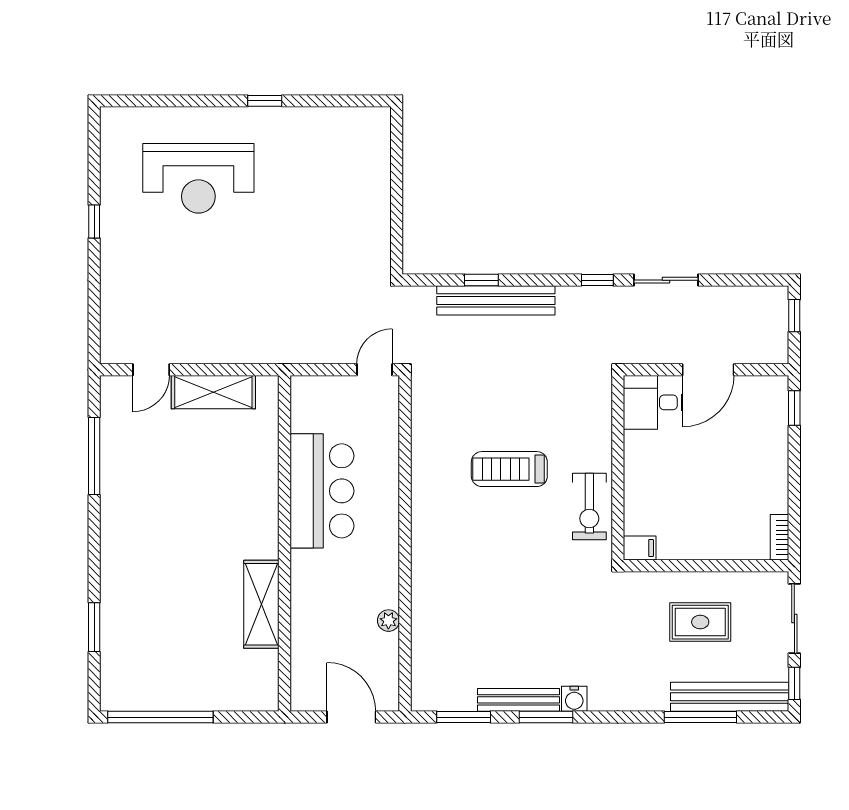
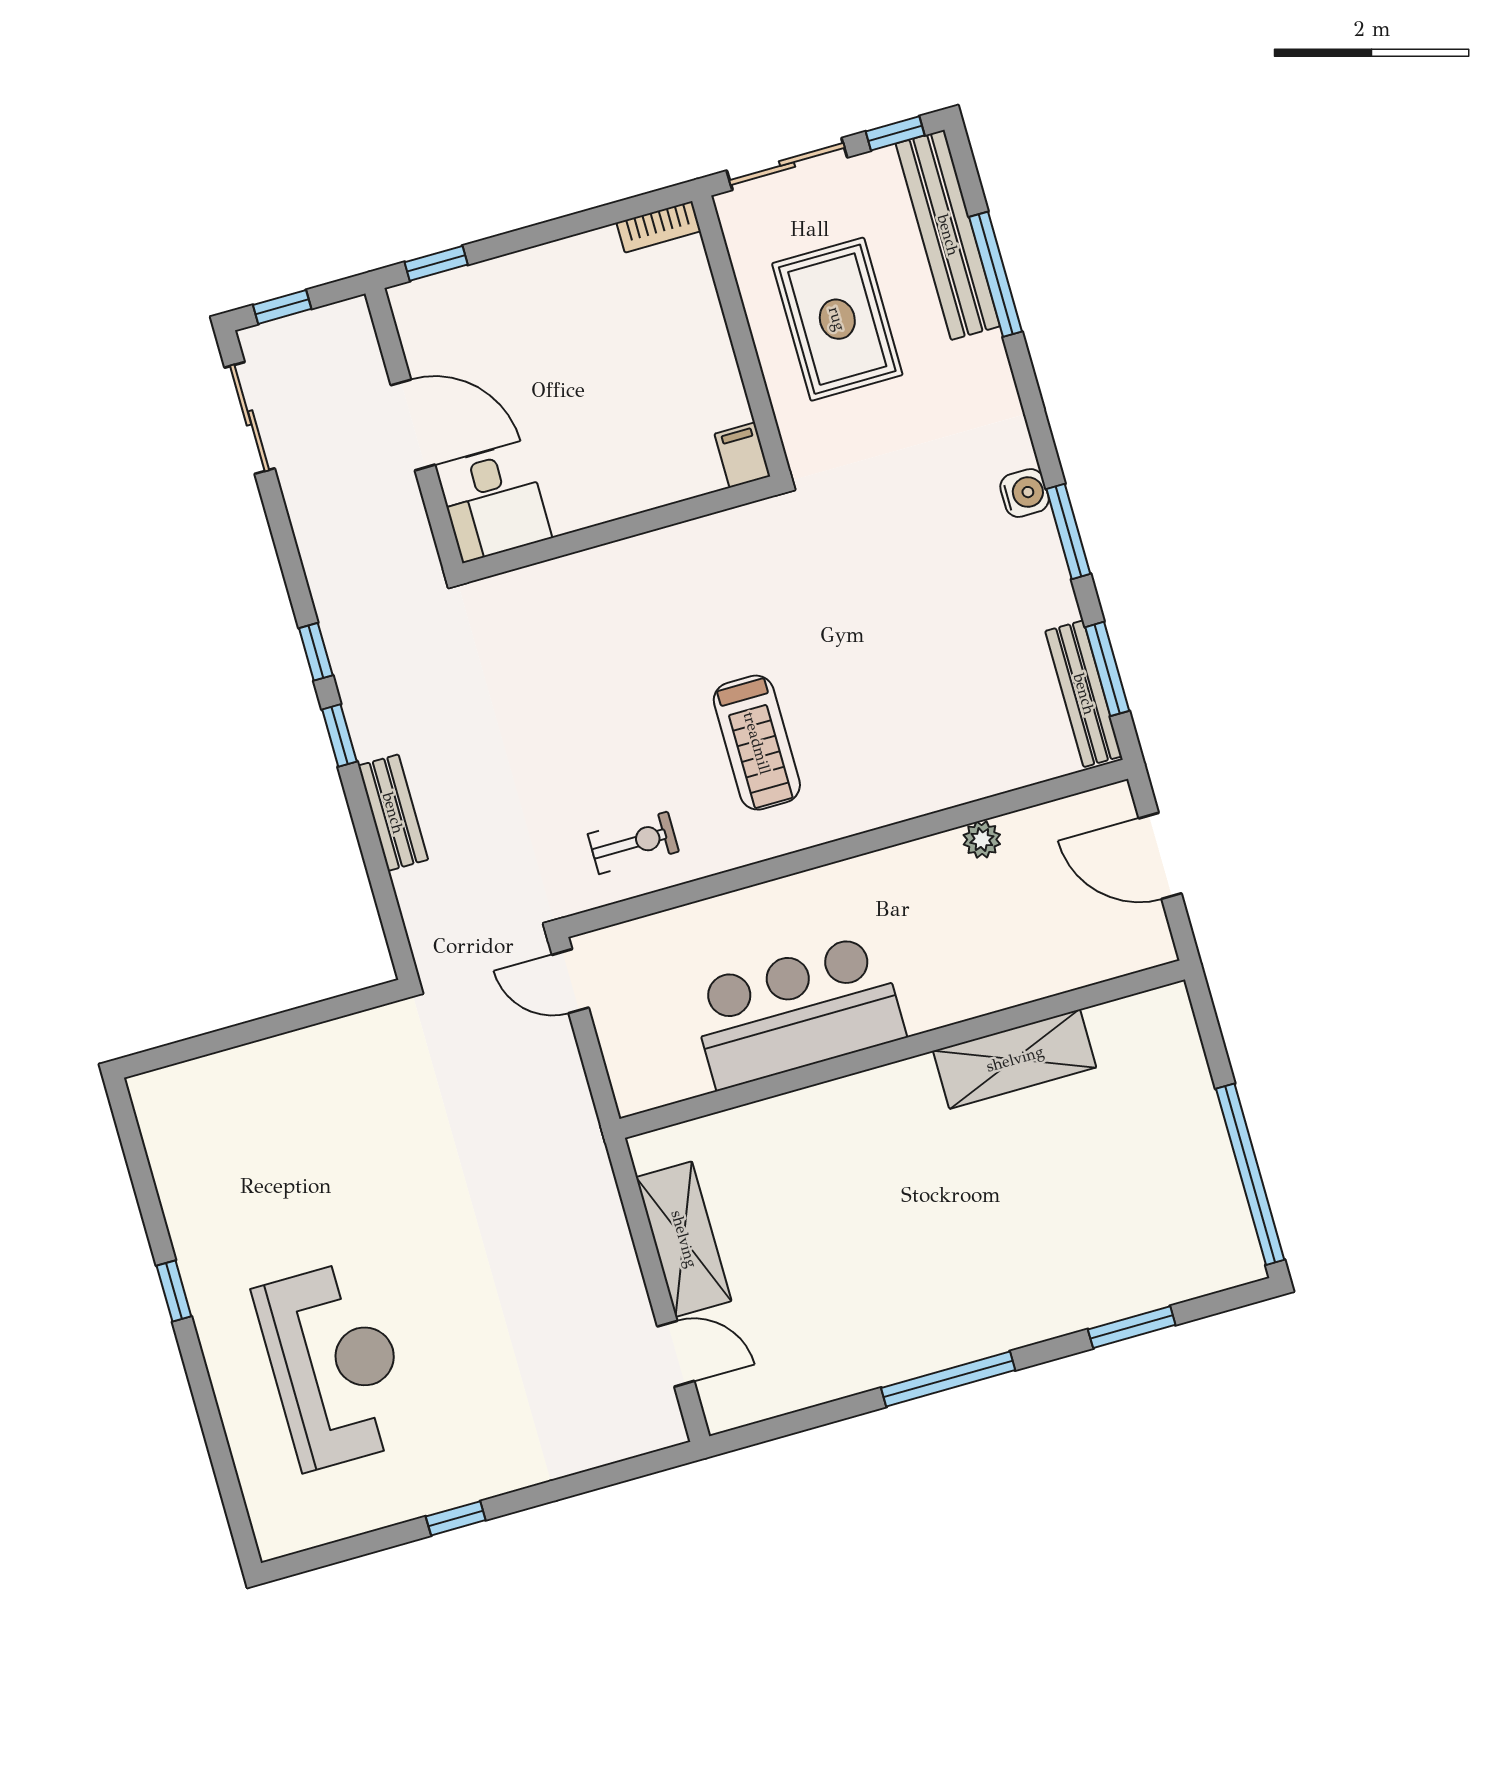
window: (481, 280) -> (339, 736), moved
sliding door: (666, 280) -> (250, 418), moved
bench: (496, 300) -> (393, 813), width x0.54, depth x0.82
window: (94, 456) -> (948, 1379), moved
treadmill: (509, 469) -> (757, 743), moved
exercise bike: (589, 506) -> (633, 843), moved, width x0.73, depth x0.72
rug: (700, 622) -> (837, 319), width x1.36, depth x1.43
bench: (518, 700) -> (1084, 694), moved
door: (351, 717) -> (1160, 856), hinge flipped

